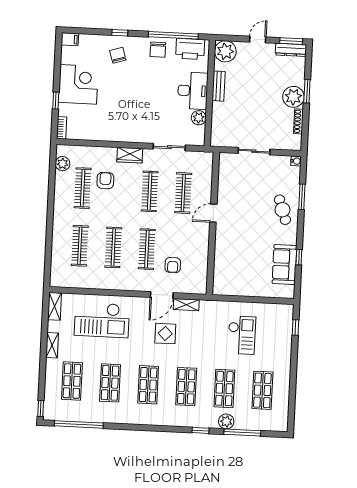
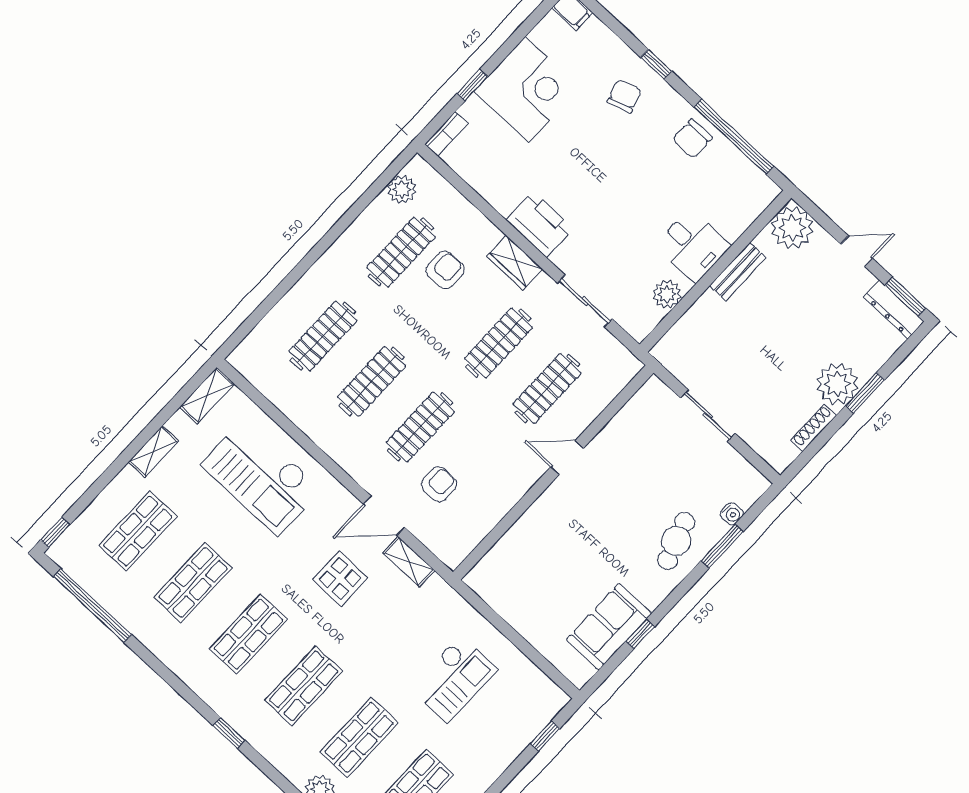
printer: (190, 49) -> (540, 224), moved, turned 180
desk: (193, 91) -> (693, 246), width x0.73
water cooler: (296, 161) -> (732, 514), moved
armchair: (173, 265) -> (439, 484), turned 180
window: (200, 430) -> (229, 733), moved

